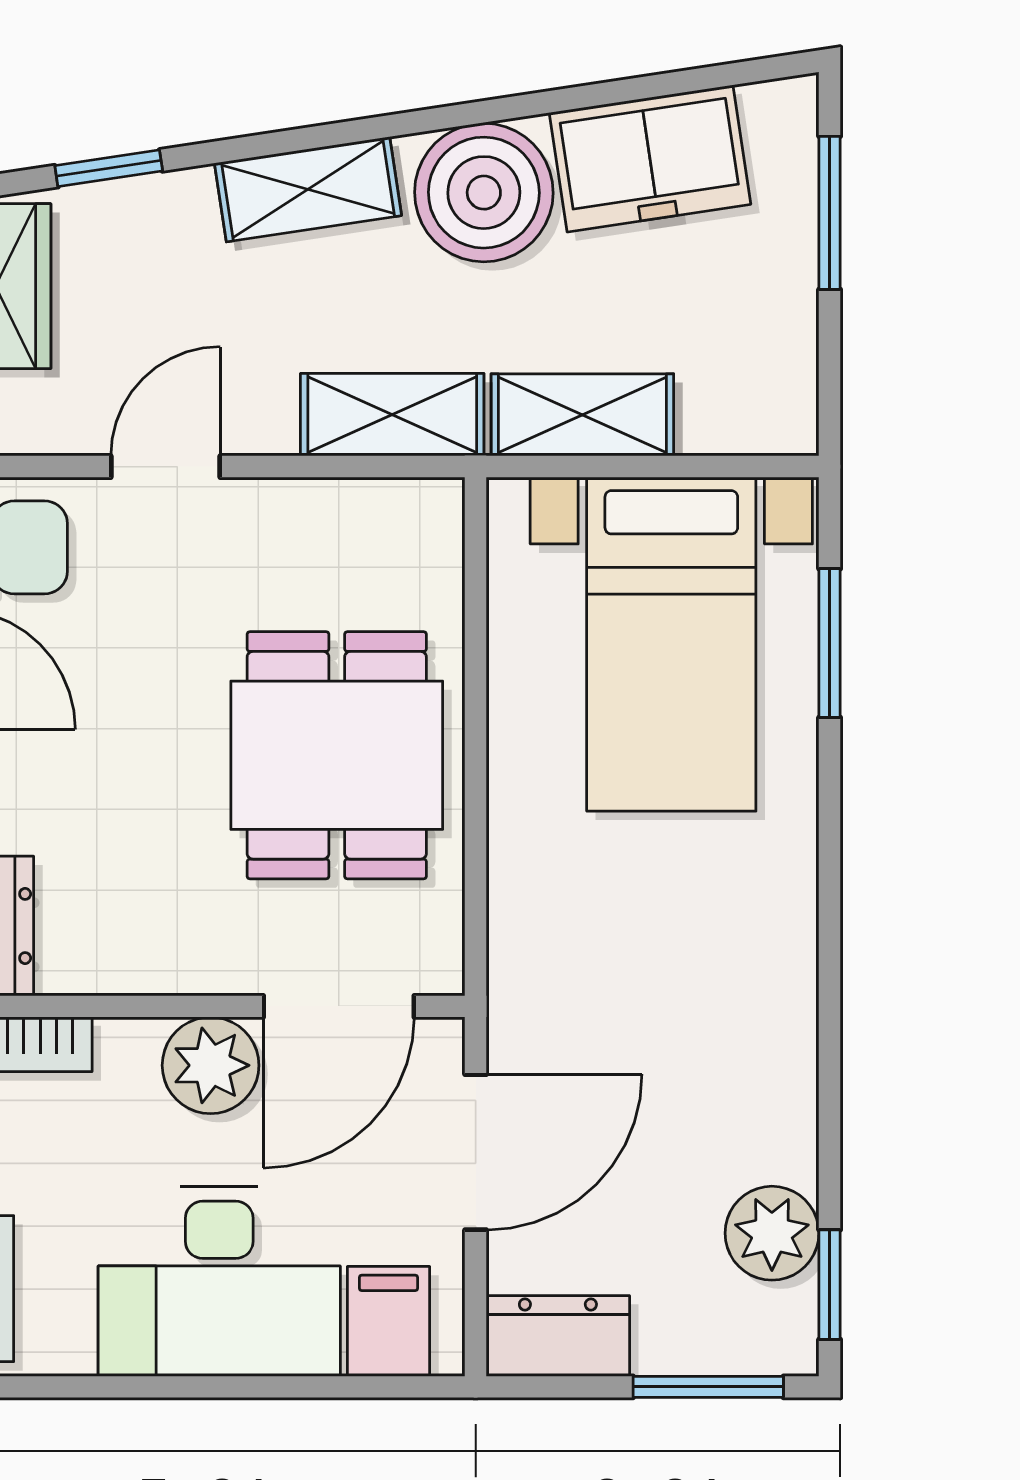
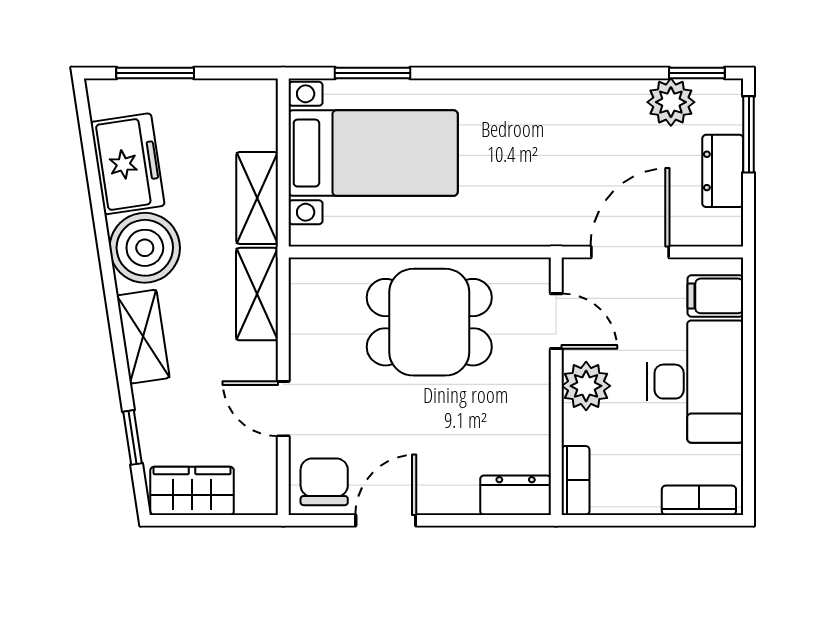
door: (339, 1006) -> (556, 321), width x0.73
door: (476, 1152) -> (630, 252), hinge flipped
dresser: (558, 1336) -> (723, 171), moved

